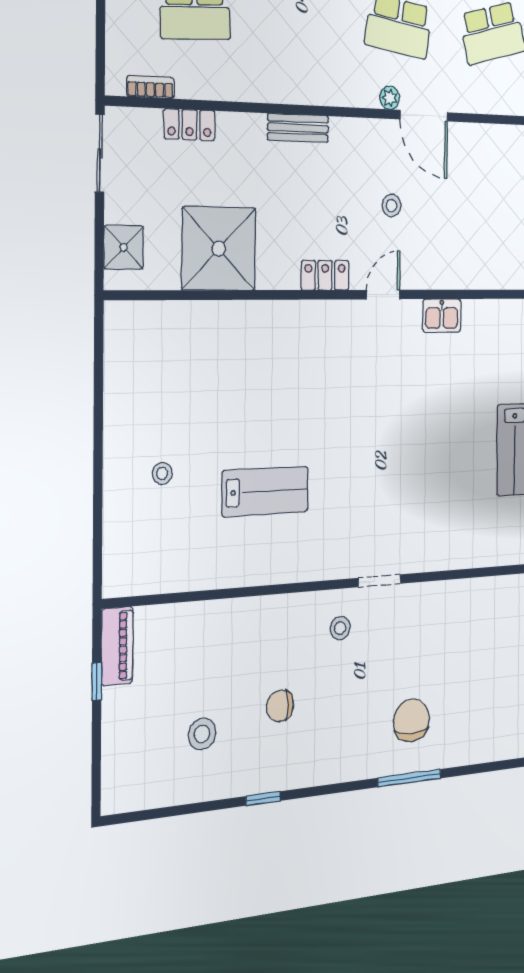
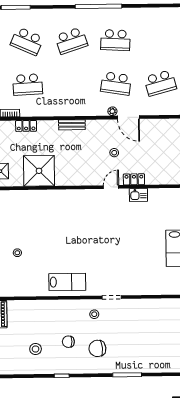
locker: (325, 275) -> (134, 179), moved
lab bench: (265, 491) -> (67, 282), moved
chair: (412, 720) -> (97, 348), moved, turned -96

